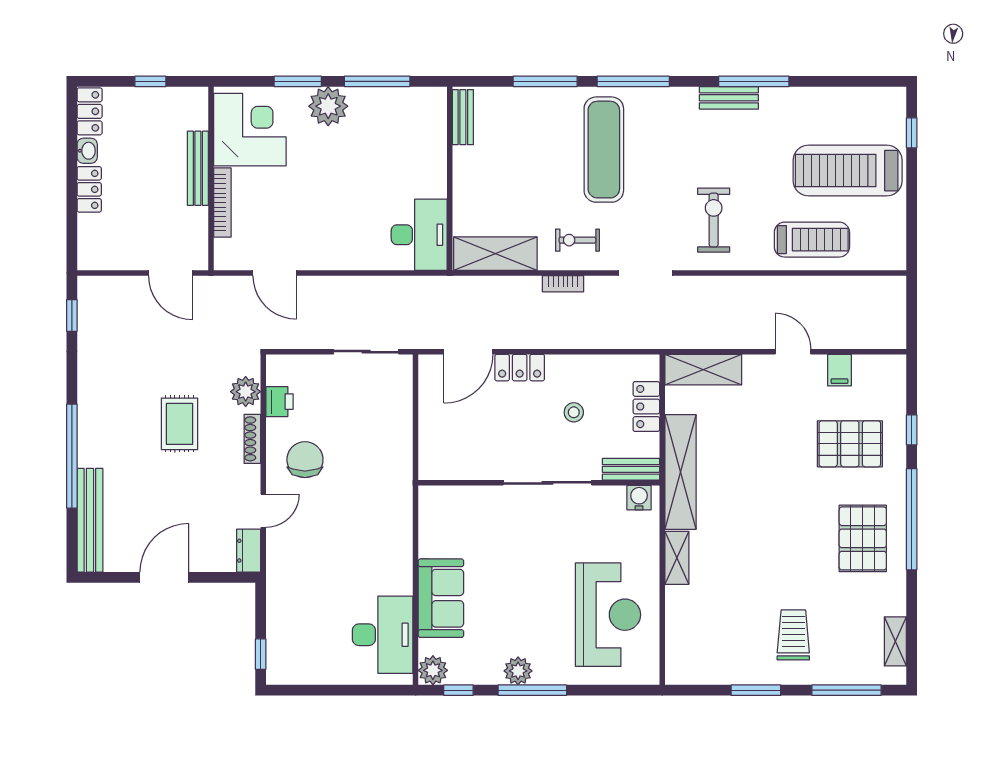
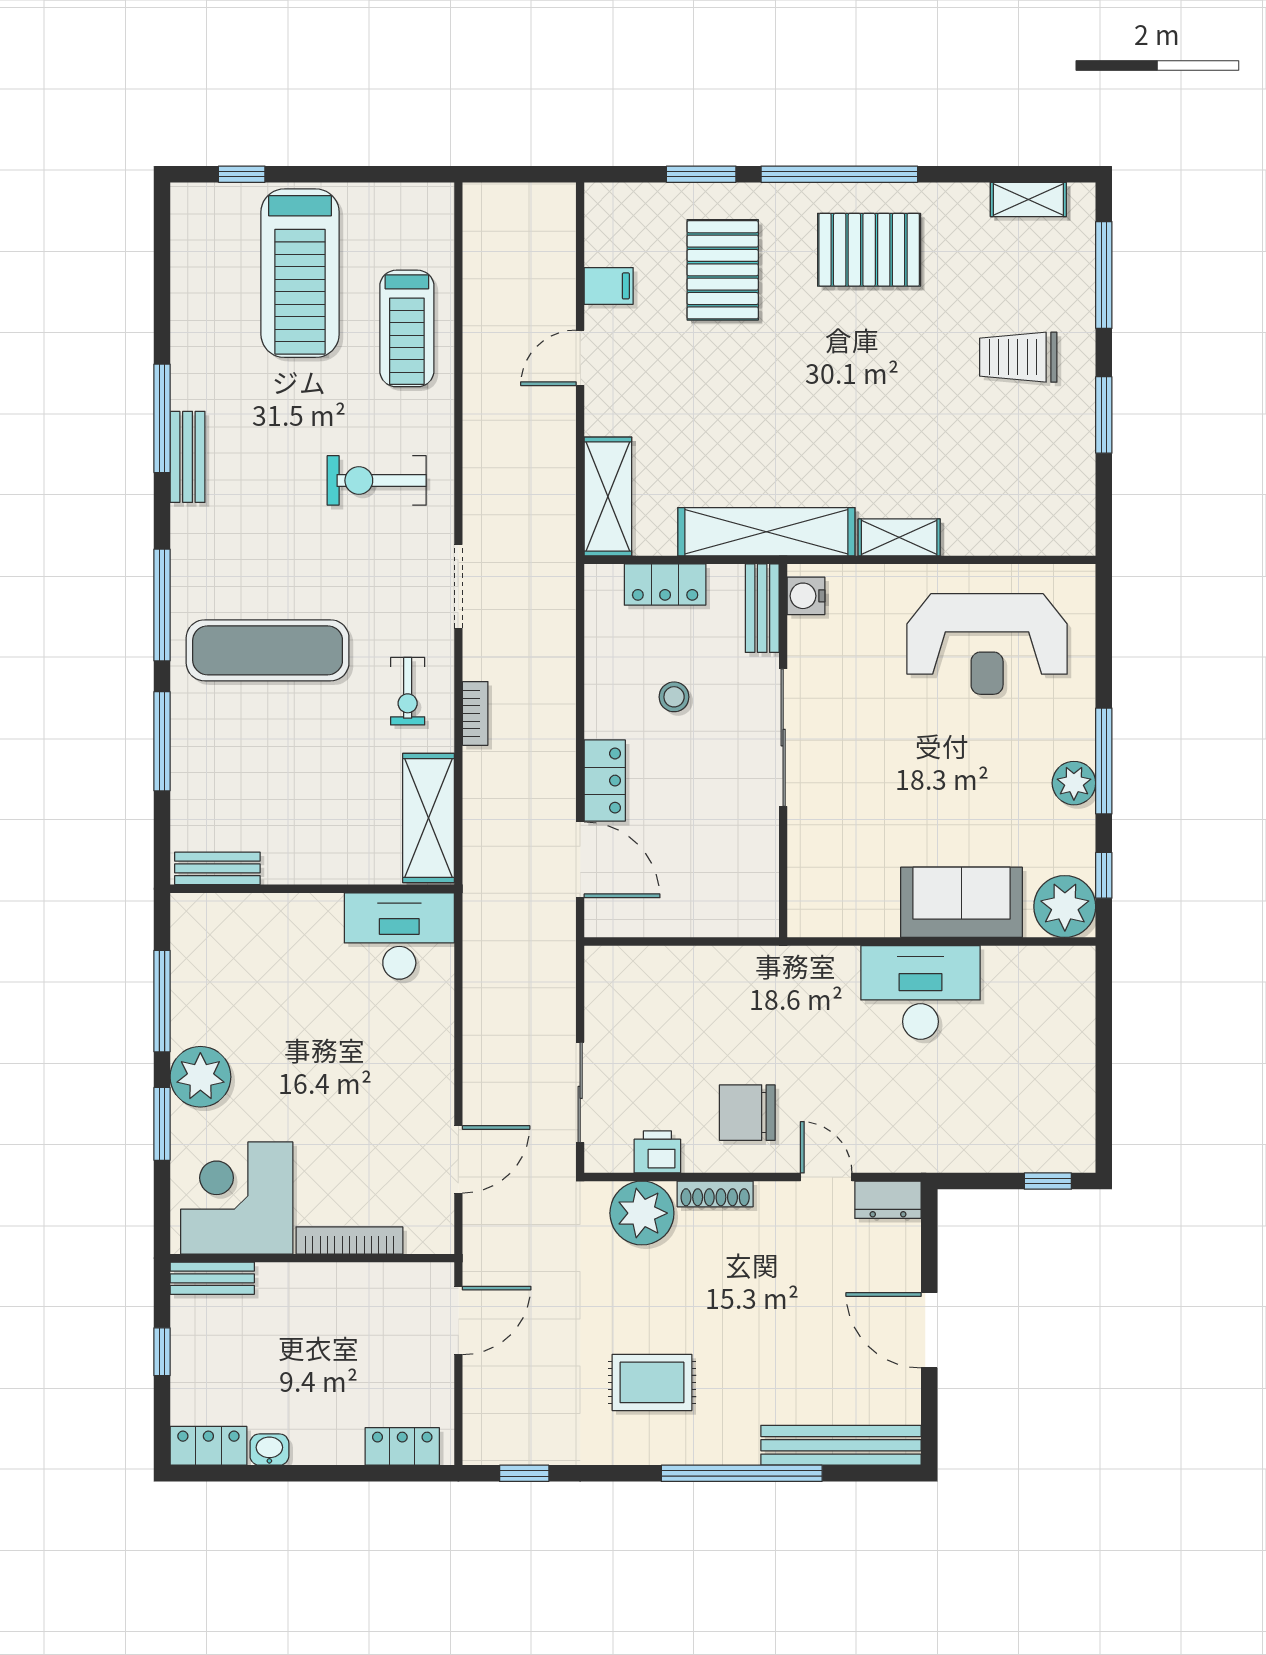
bench: (198, 168) -> (212, 1278), moved, width x0.73
locker: (89, 189) -> (402, 1446), moved
treadmill: (812, 240) -> (407, 328), turned 180
sliding door: (366, 352) -> (580, 1092), moved
plant: (246, 392) -> (642, 1213), width x1.36, depth x1.36
rug: (179, 424) -> (652, 1382), moved
window: (912, 430) -> (701, 174), width x1.50
reception desk: (608, 615) -> (987, 644), turned 180
desk: (383, 635) -> (921, 992), moved
plant: (433, 670) -> (1065, 906), width x1.36, depth x1.36

